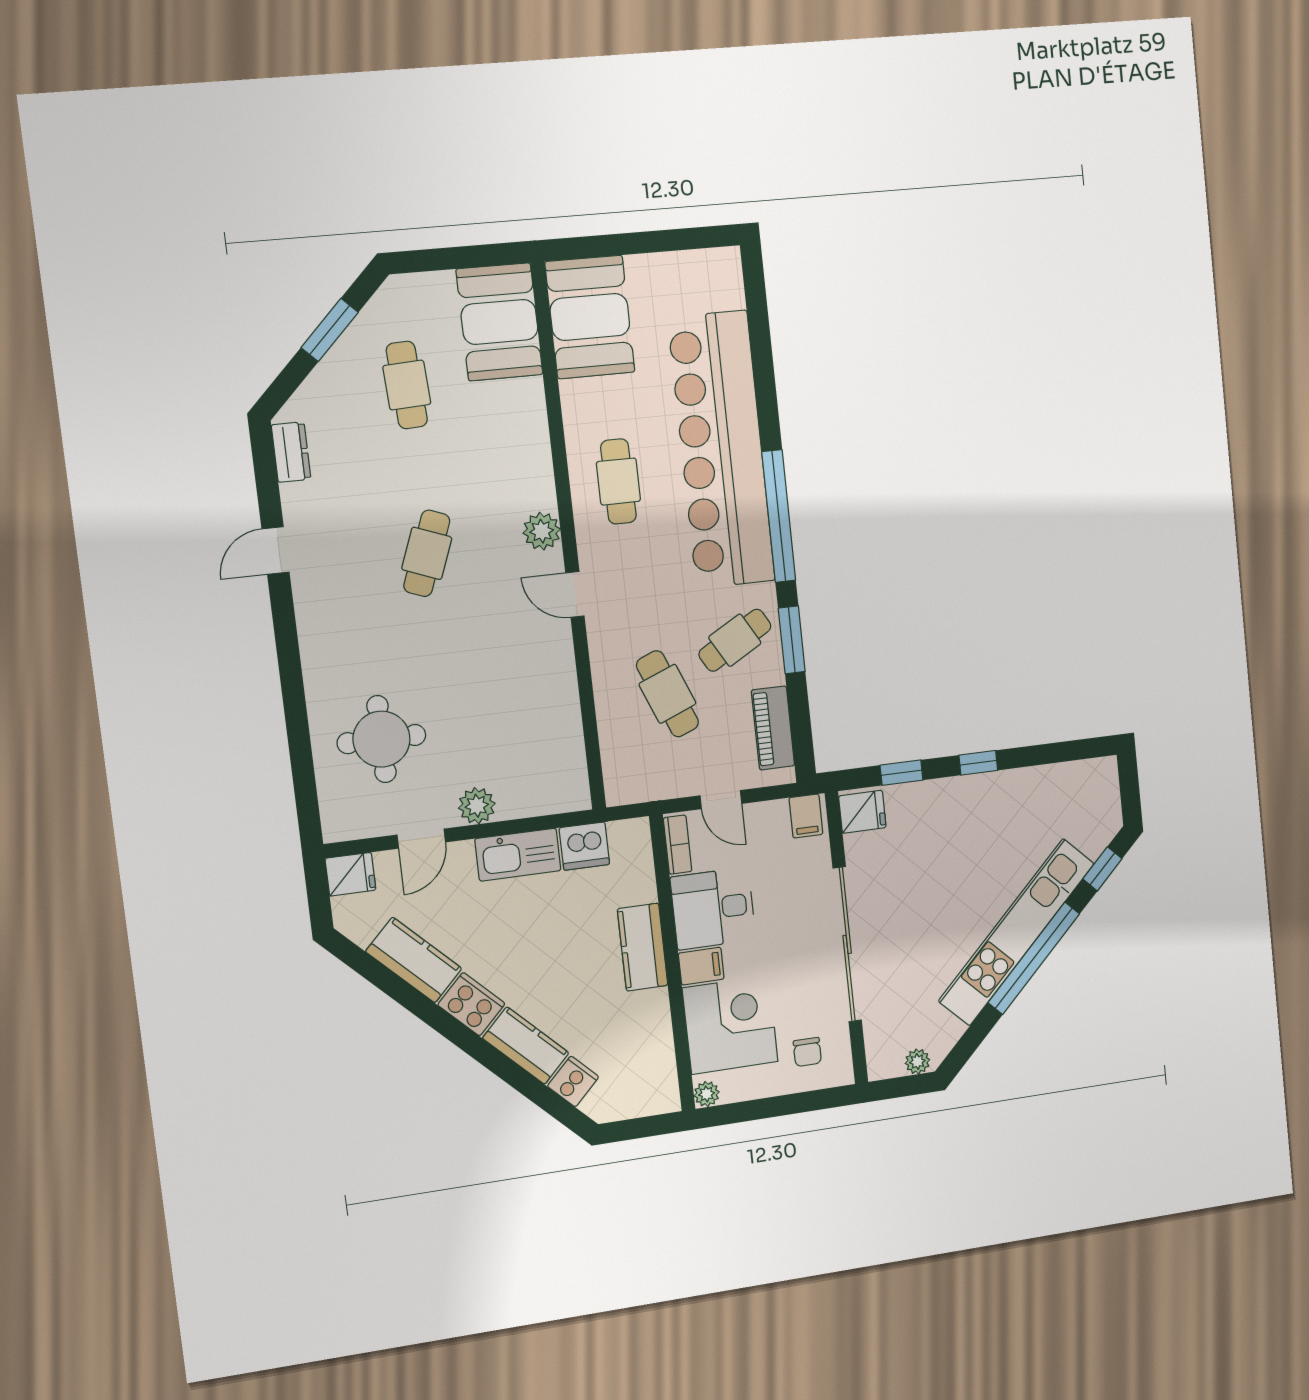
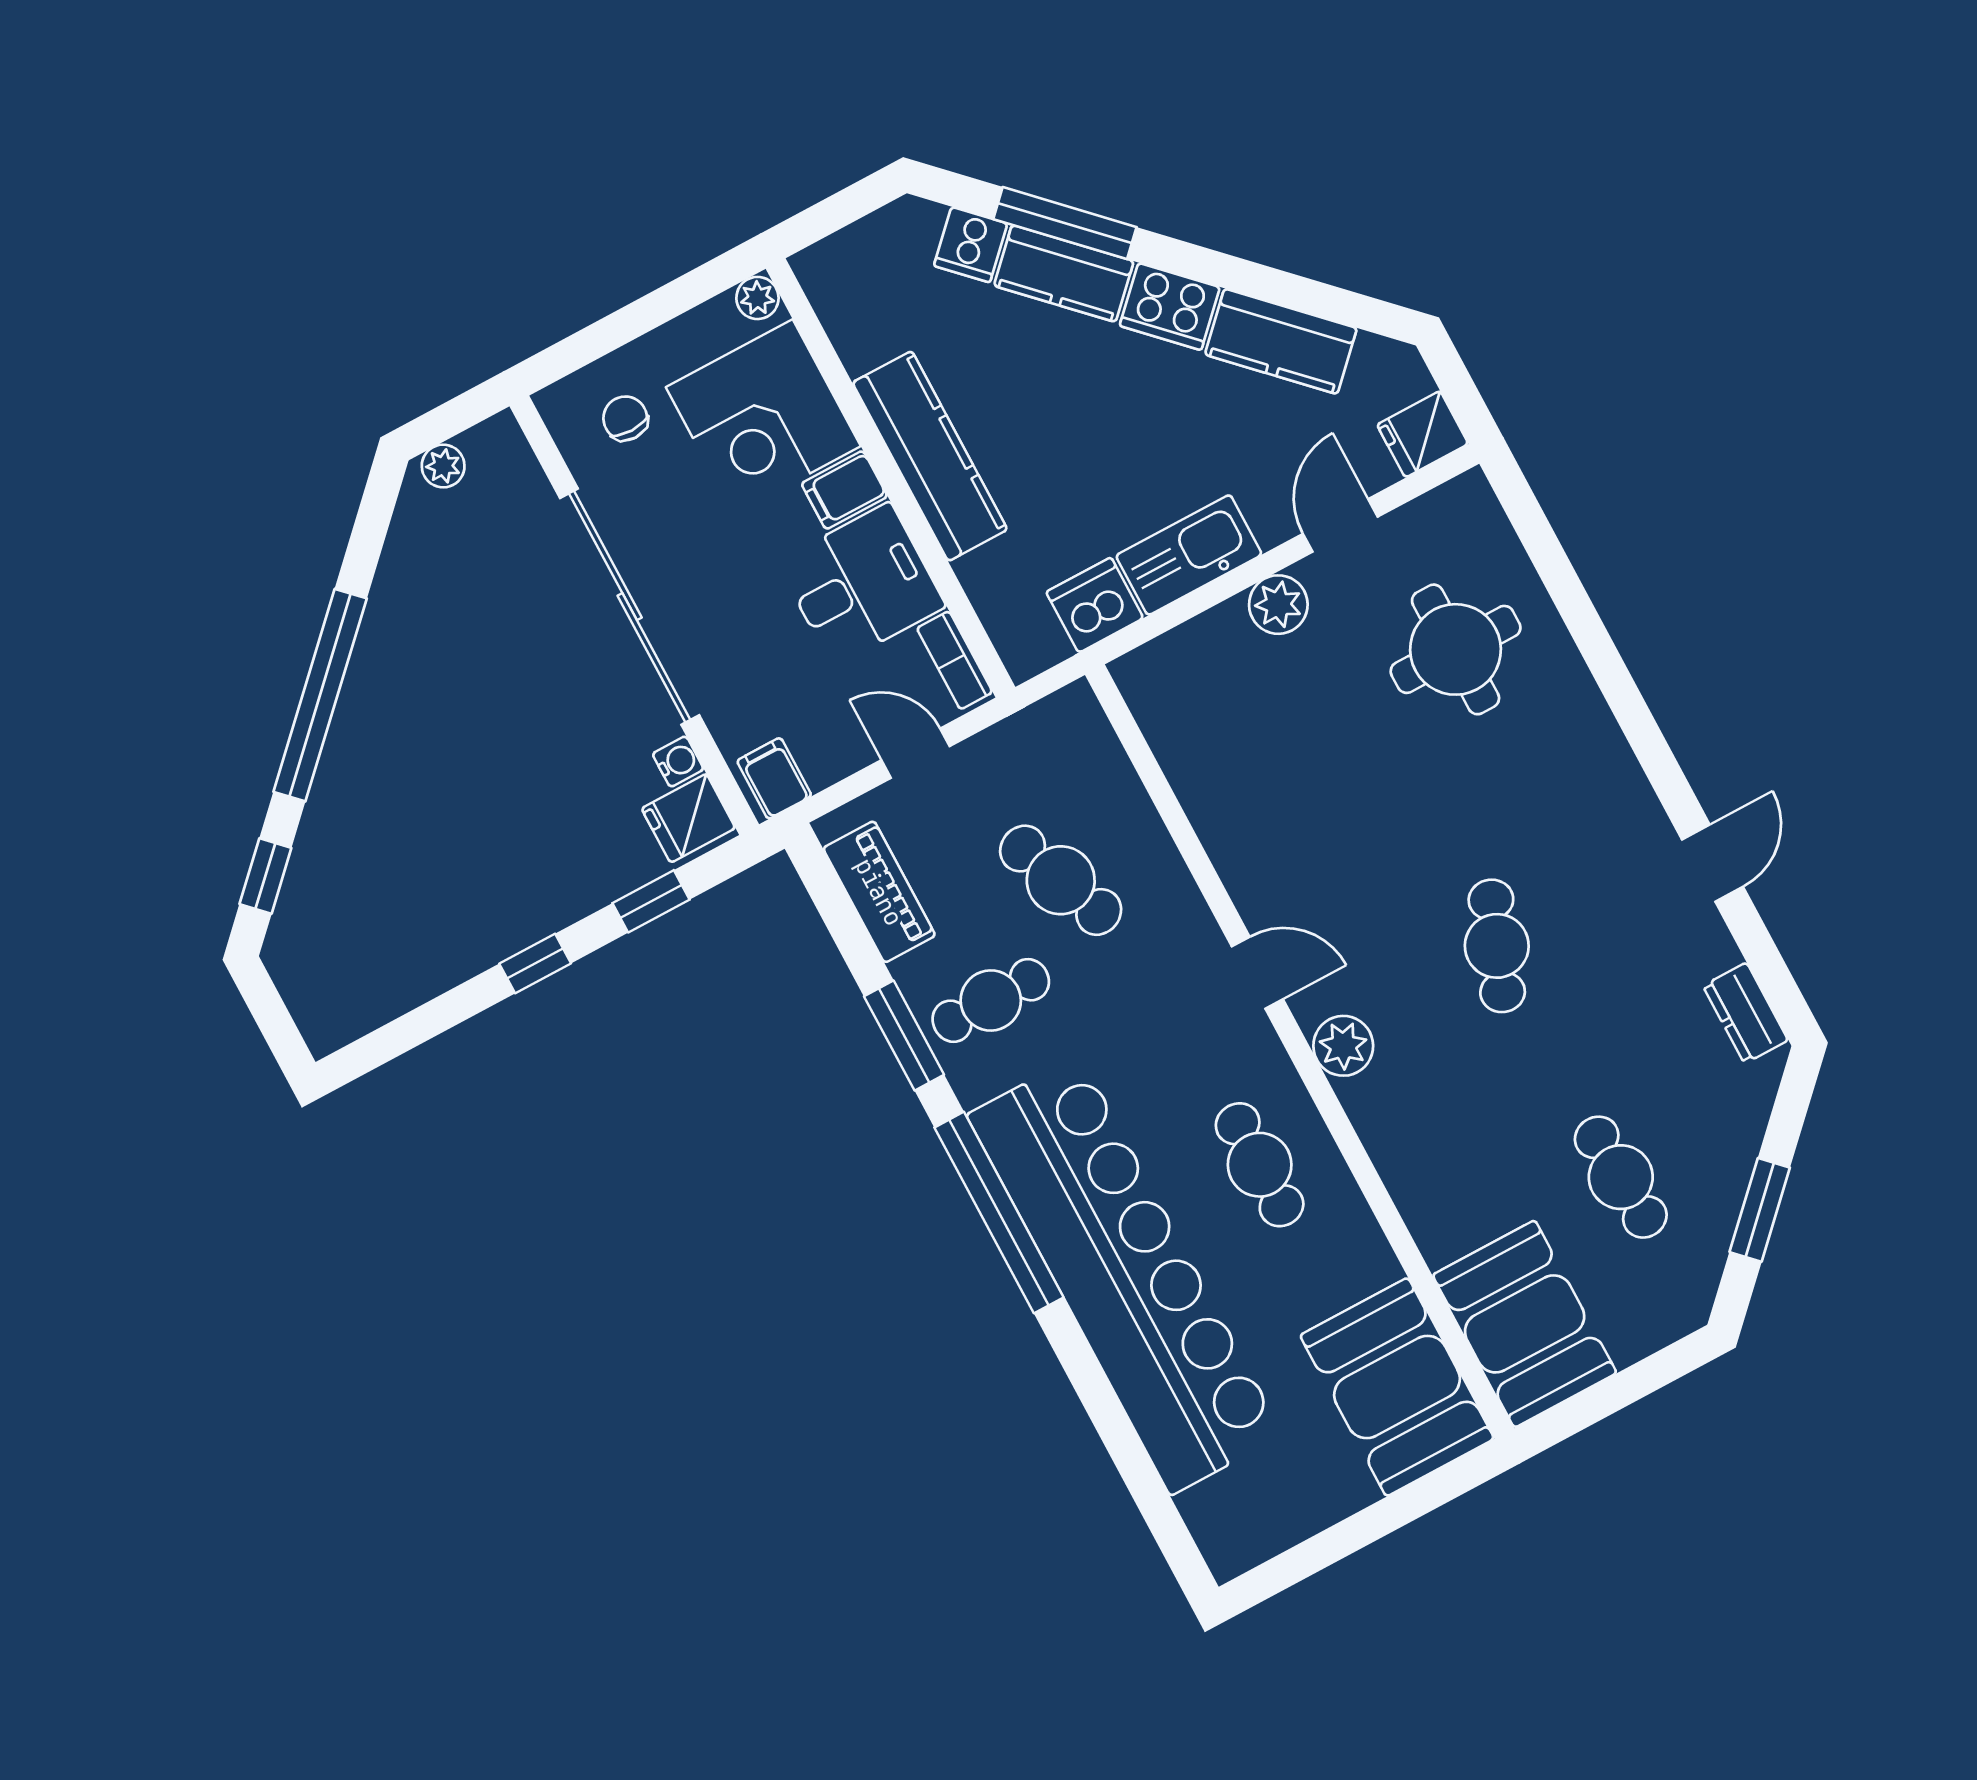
cafe table: (735, 640) -> (991, 1000), turned 30
water cooler: (855, 846) -> (678, 762), added
kitchen unit: (1016, 932) -> (365, 725), removed
kitchen counter: (643, 947) -> (930, 456), width x1.50
window: (513, 1075) -> (1065, 223), added

